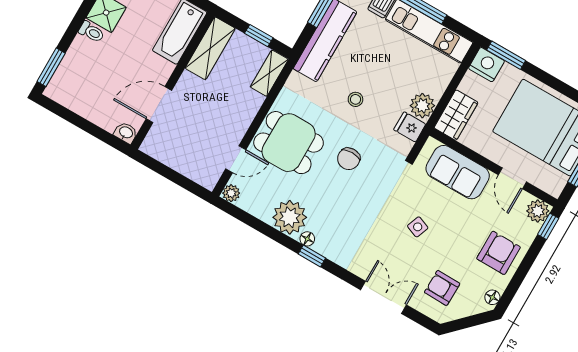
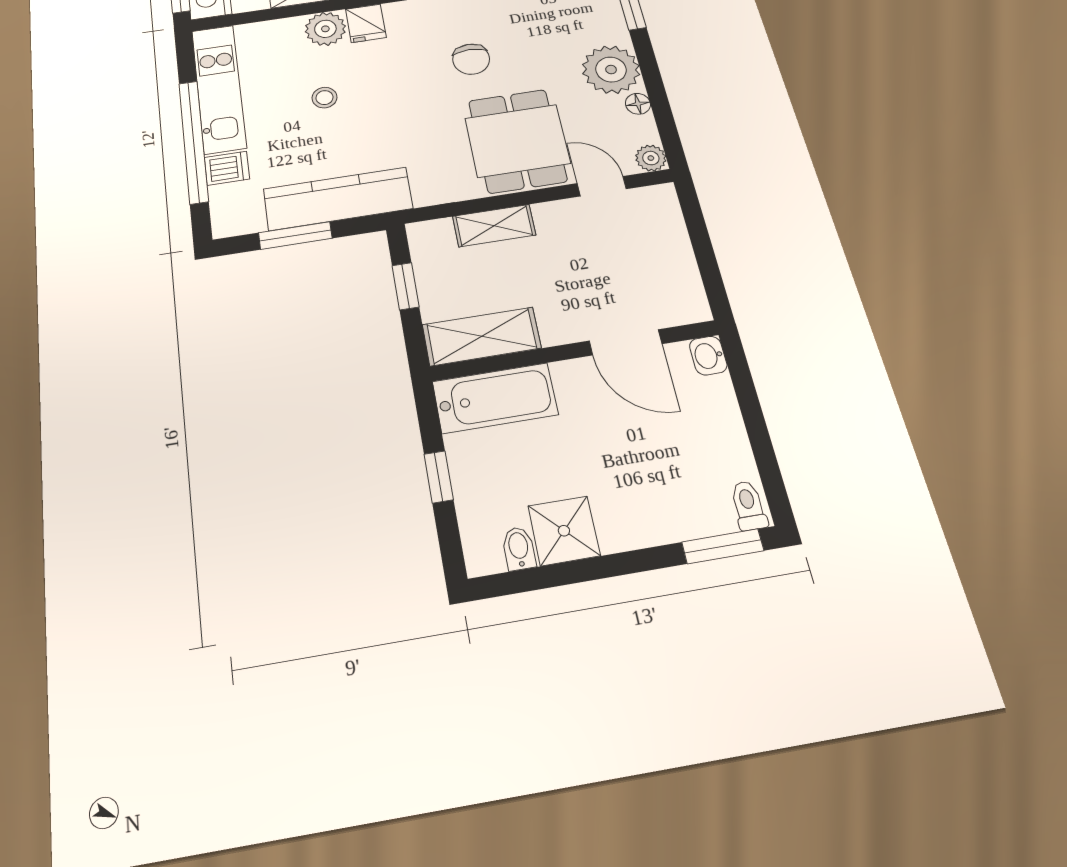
toilet: (91, 32) -> (748, 506), moved
shelving: (269, 73) -> (494, 226), moved
stool: (355, 99) -> (324, 98), moved
chair: (349, 159) -> (471, 59), turned 90
floor lamp: (307, 239) -> (638, 104), moved

